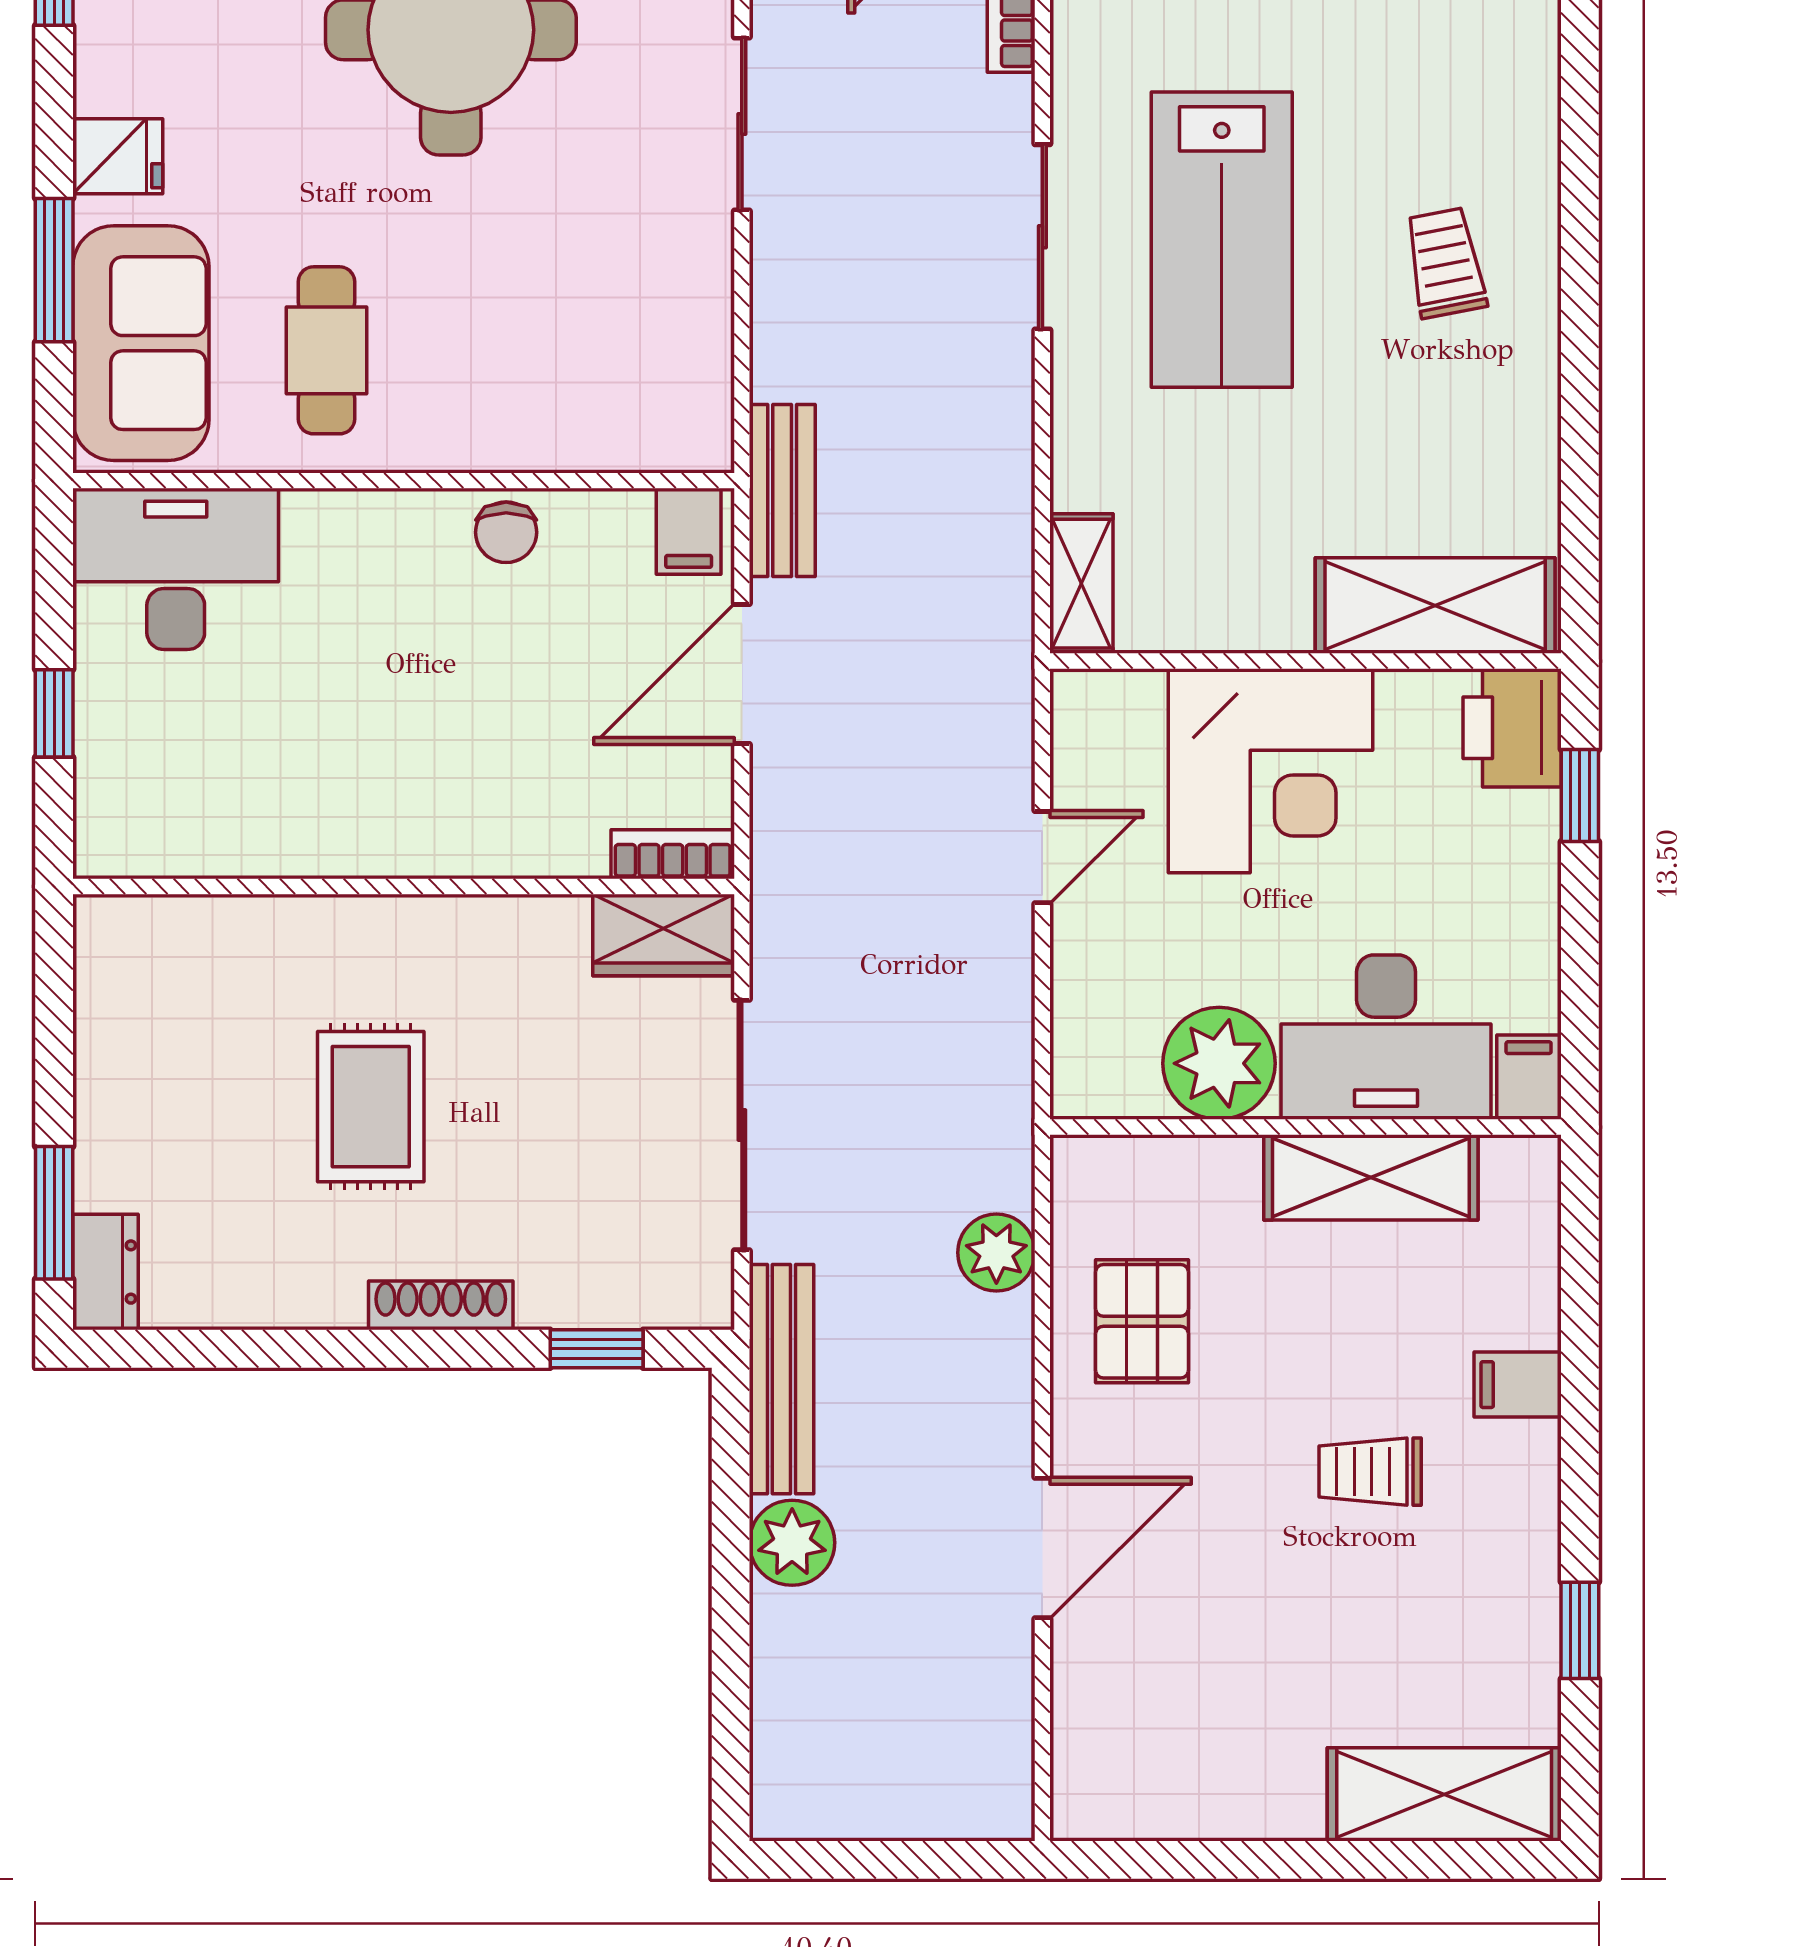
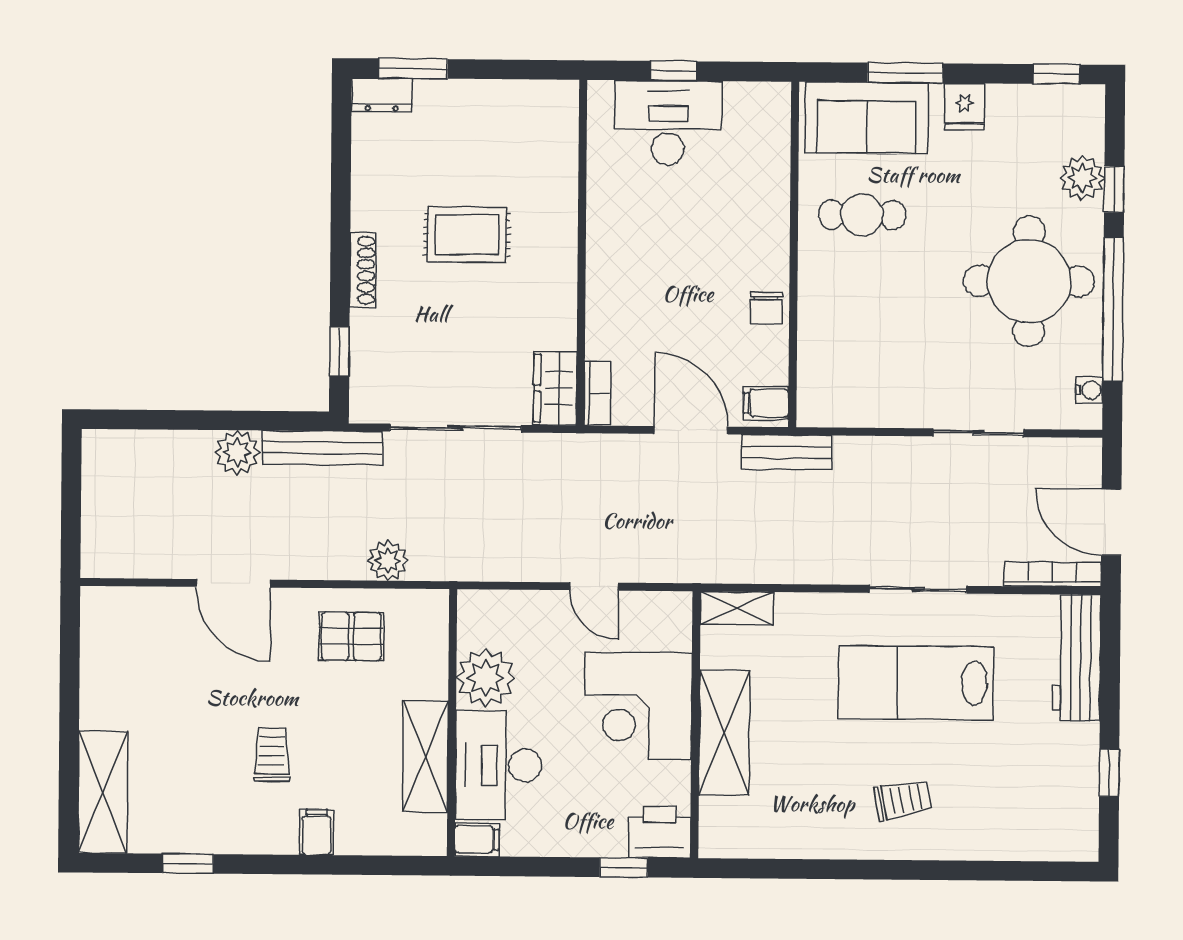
chair: (506, 532) -> (766, 308), turned -90
desk: (176, 569) -> (668, 123), moved, turned -90
shelving: (1435, 606) -> (724, 733), moved

